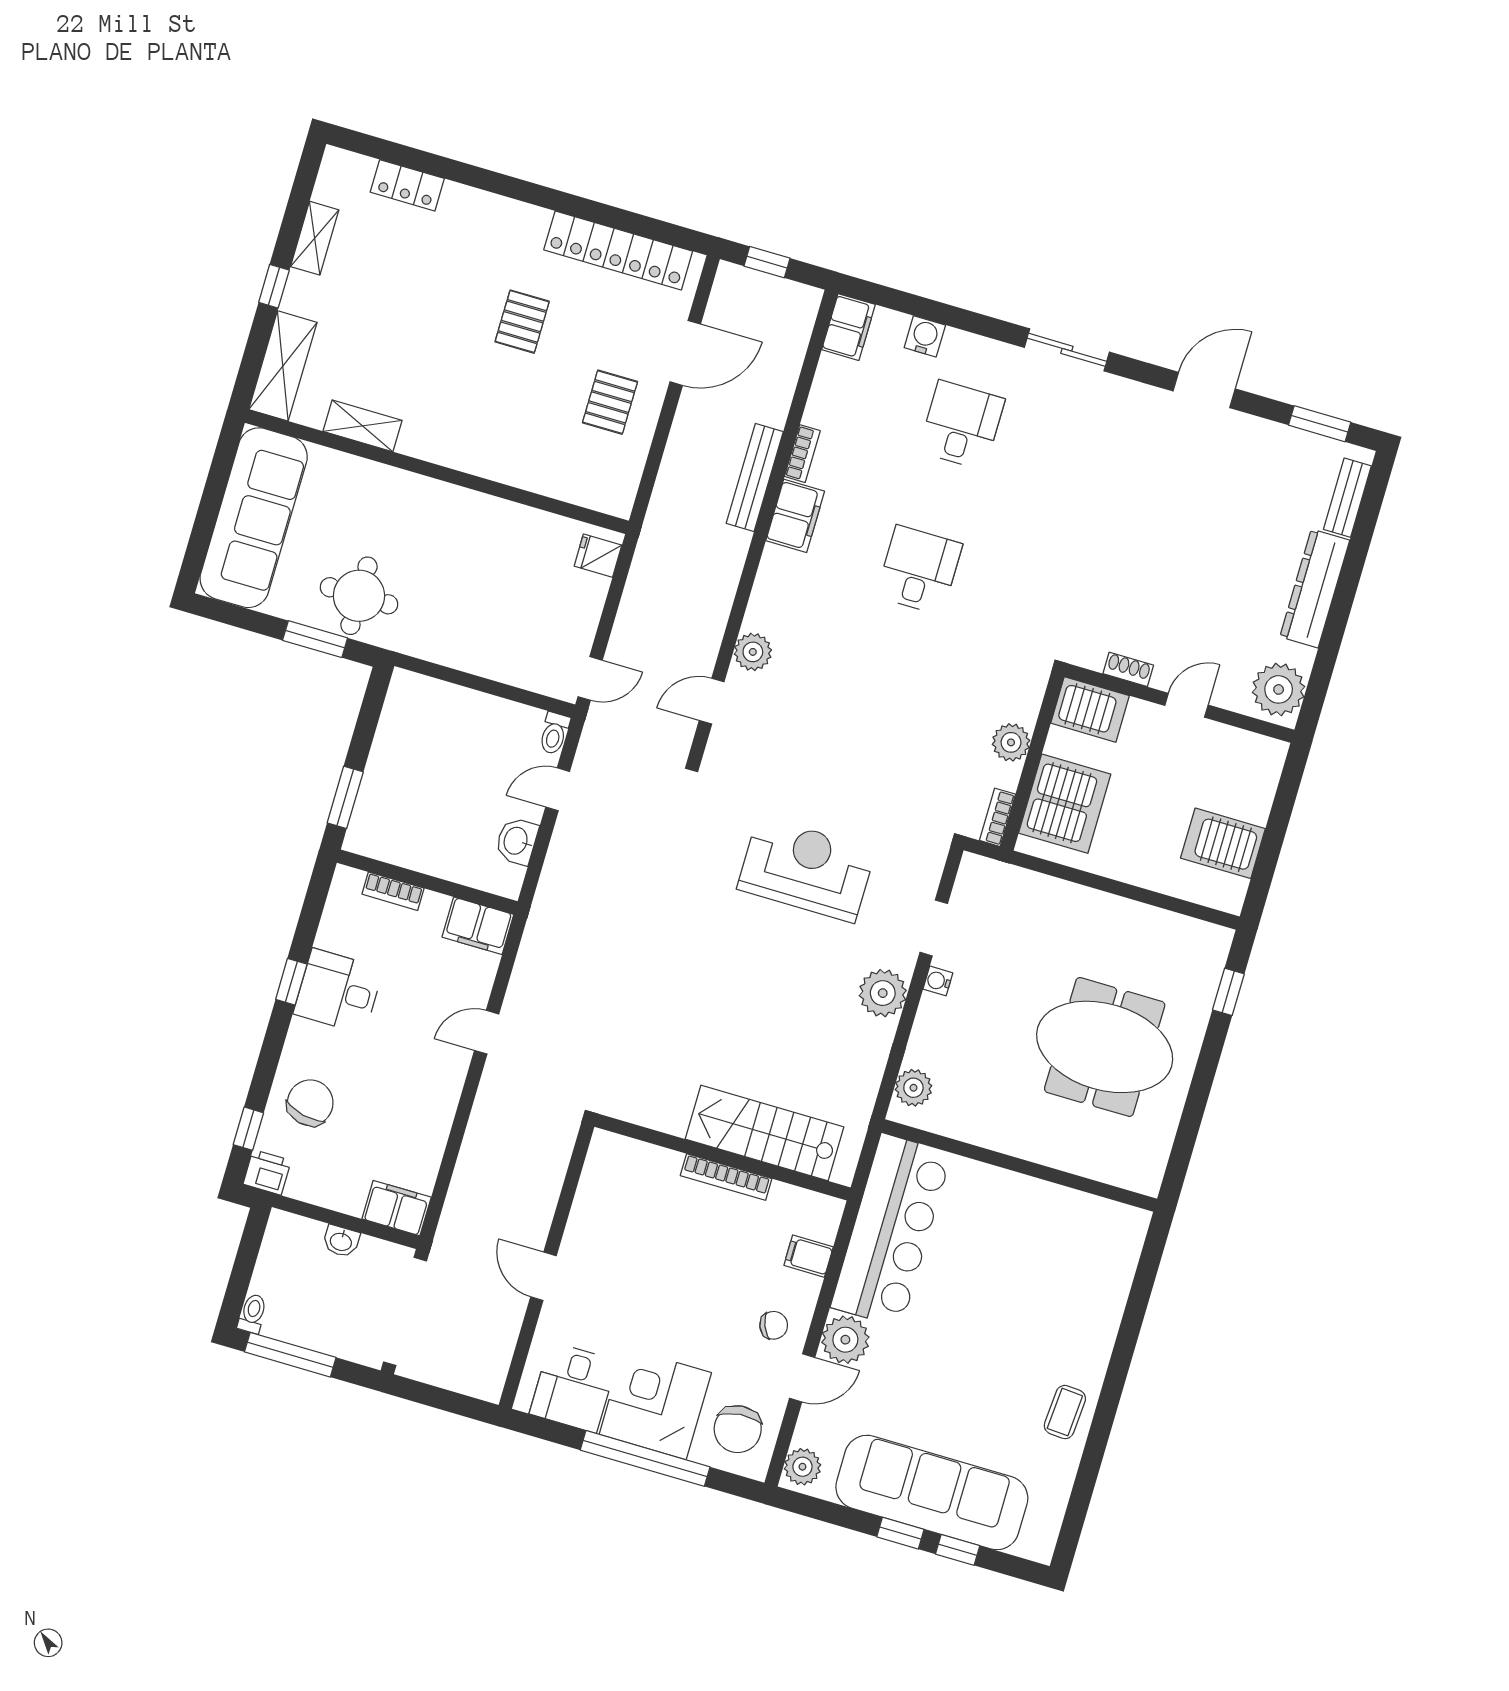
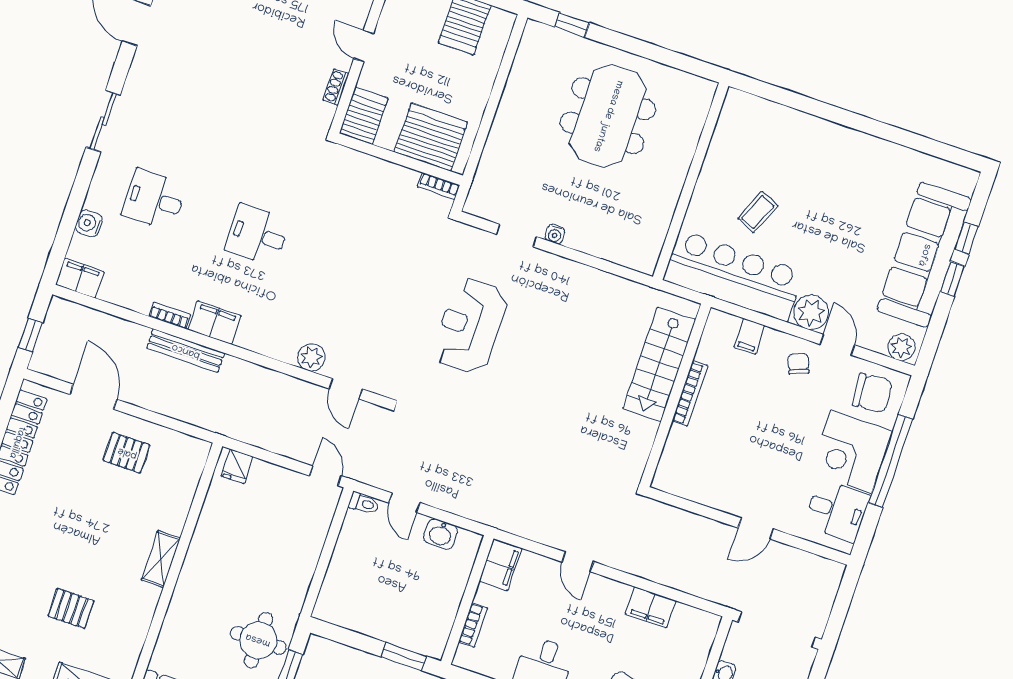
pallet: (522, 322) -> (71, 608), moved
shelving: (362, 426) -> (161, 559), moved
plant: (1011, 742) -> (385, 174), removed
plant: (883, 993) -> (562, 274), removed
plant: (913, 1088) -> (631, 255), removed
filing cabinet: (397, 1208) -> (651, 607), moved, turned -90
coffee table: (1065, 1412) -> (758, 212), moved, turned -71

